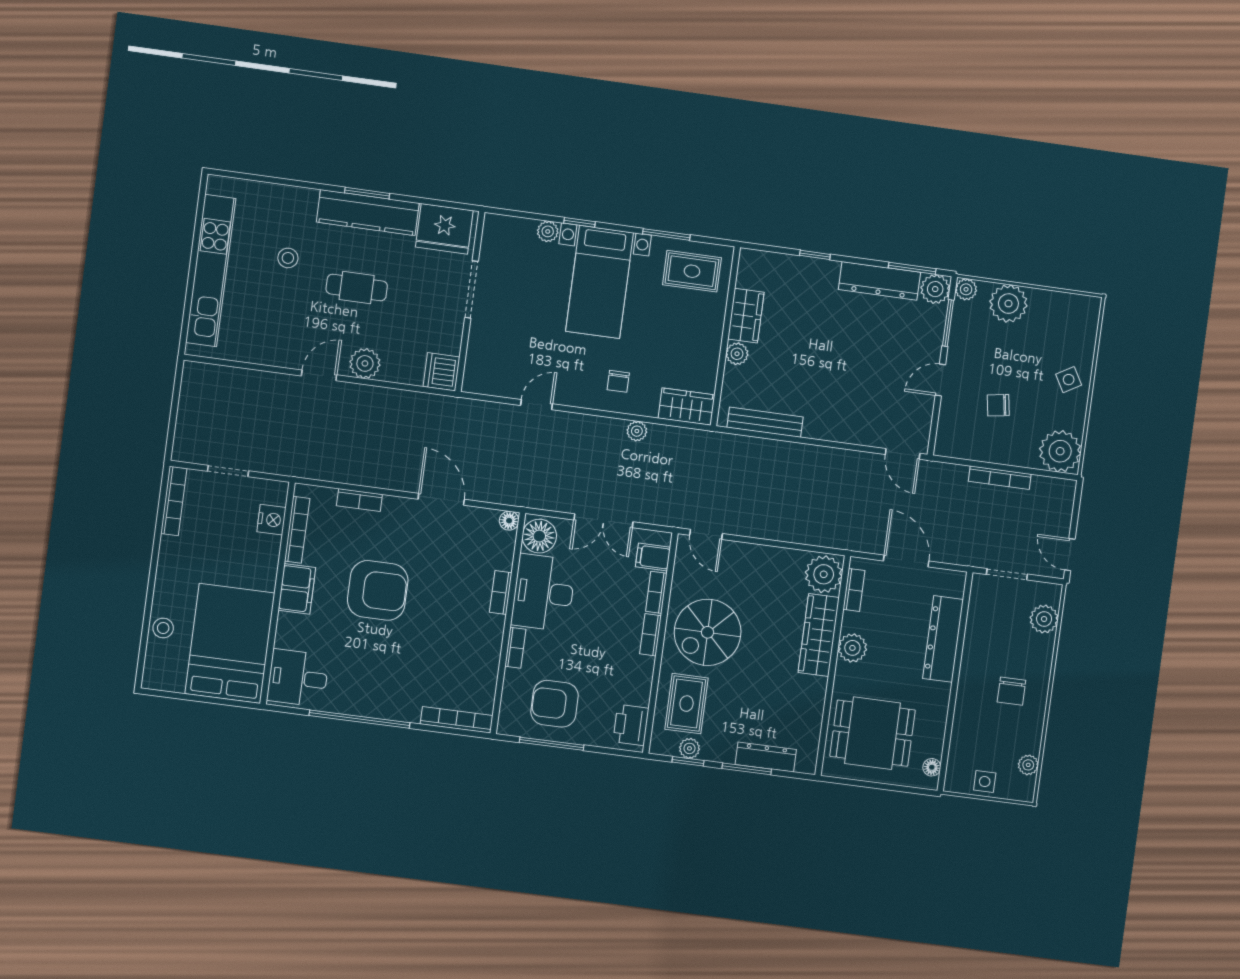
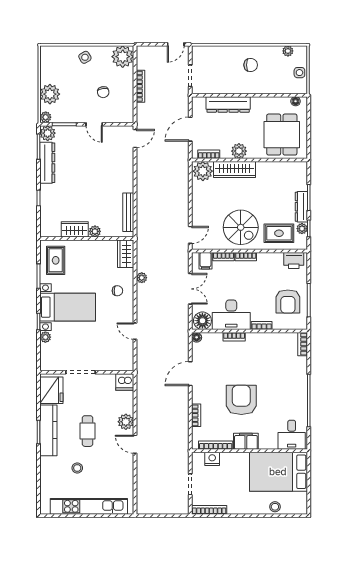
plant: (1044, 619) -> (211, 53), removed
bookcase: (457, 720) -> (303, 344), width x0.64
dresser: (766, 757) -> (301, 207), moved

